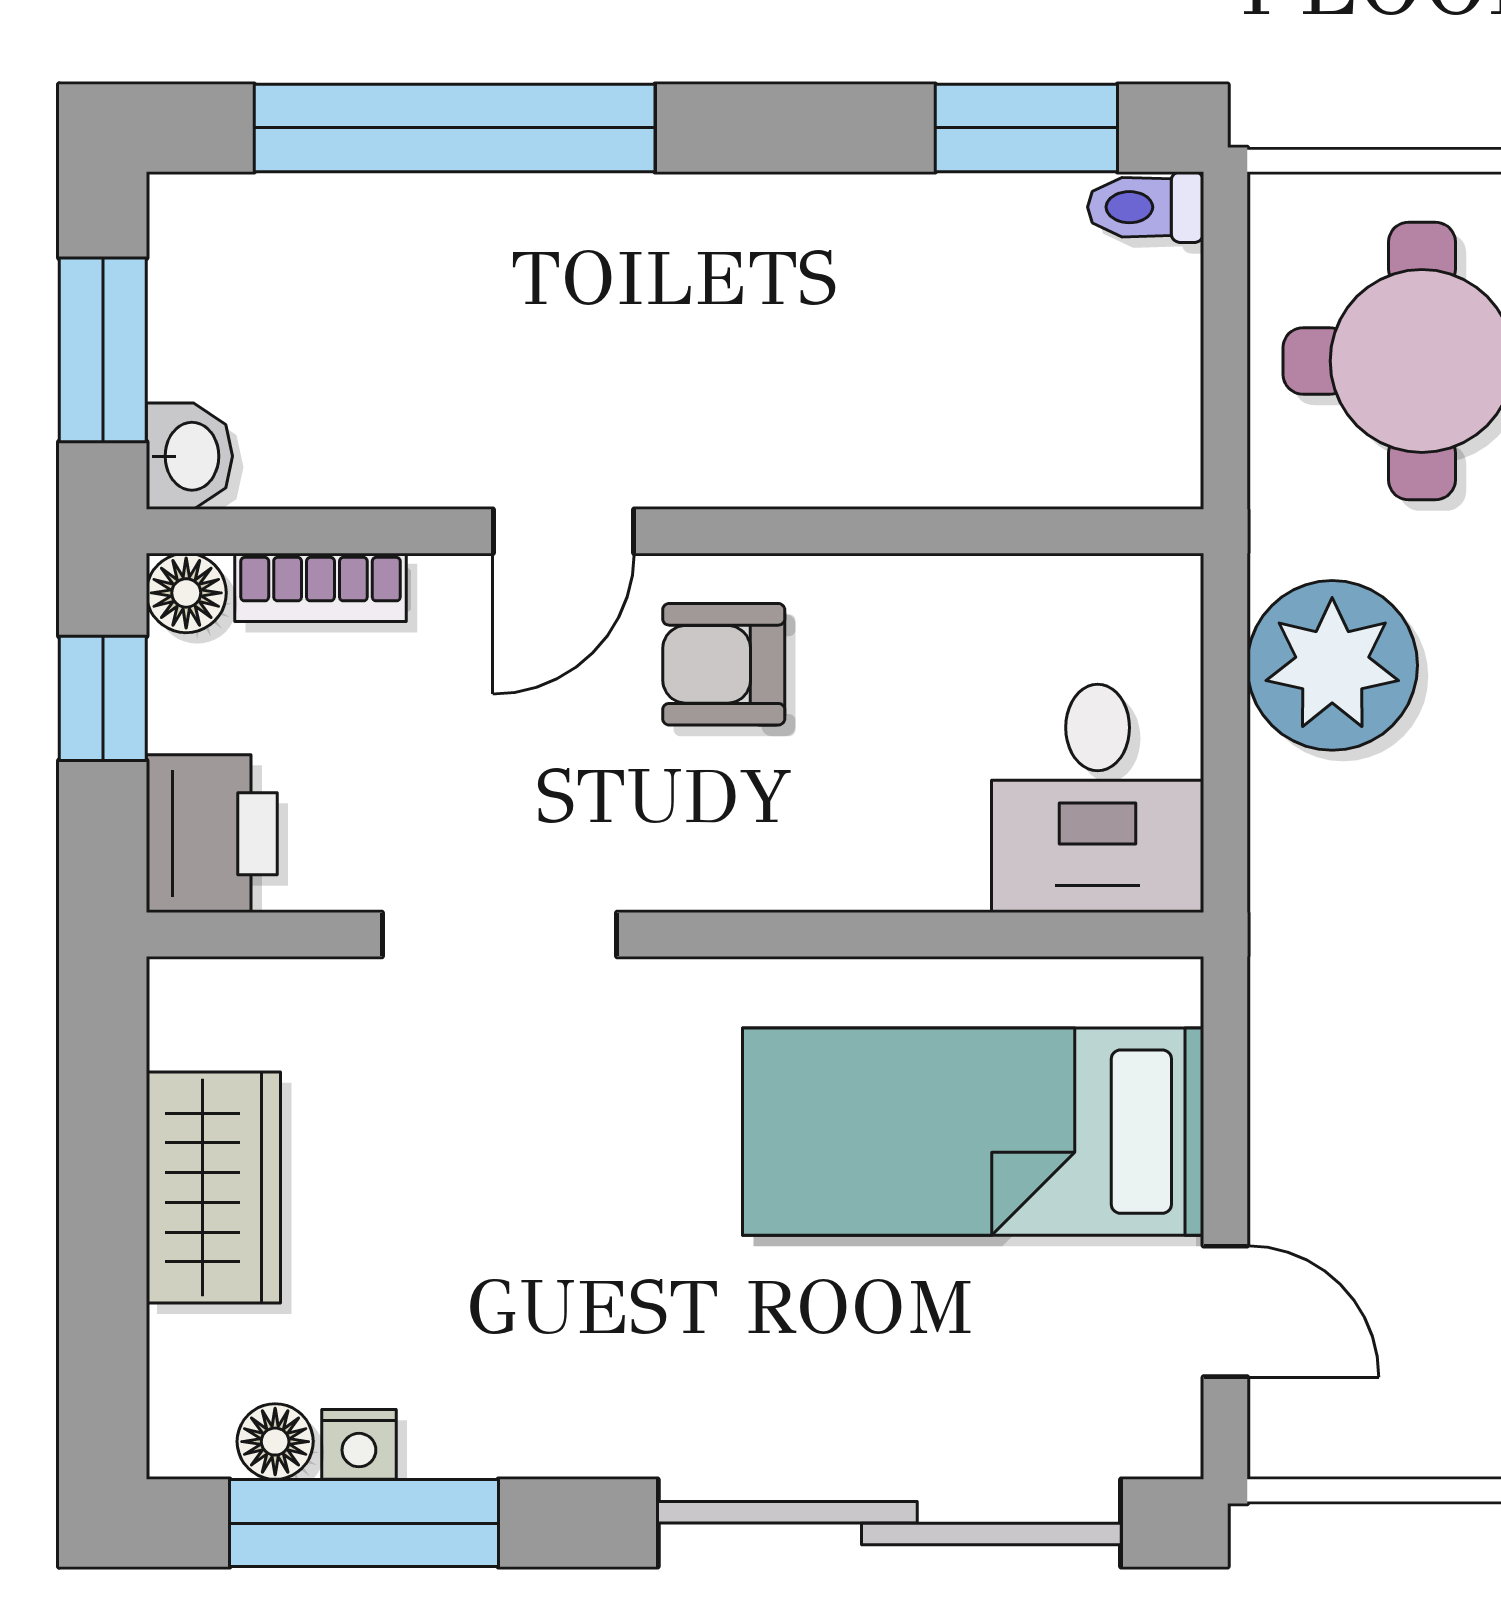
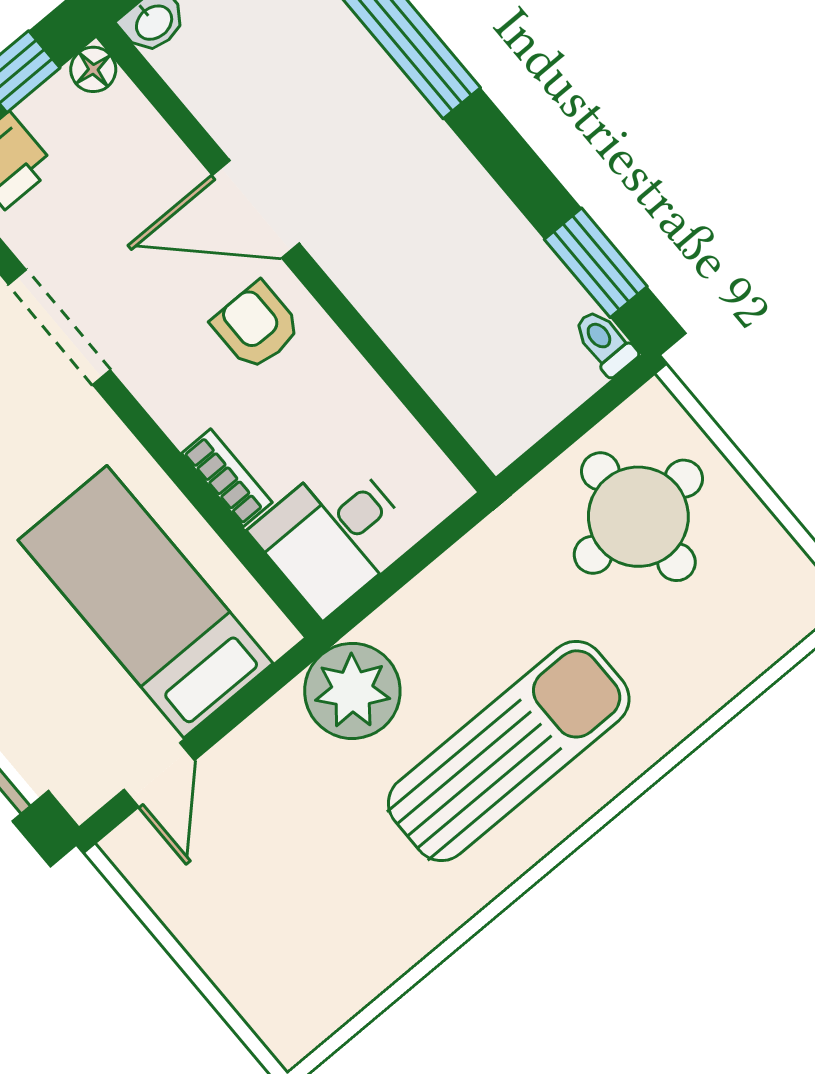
door: (563, 531) -> (256, 209), width x1.38
bookcase: (320, 587) -> (227, 478), moved, turned 180
plant: (1332, 665) -> (352, 691), moved

